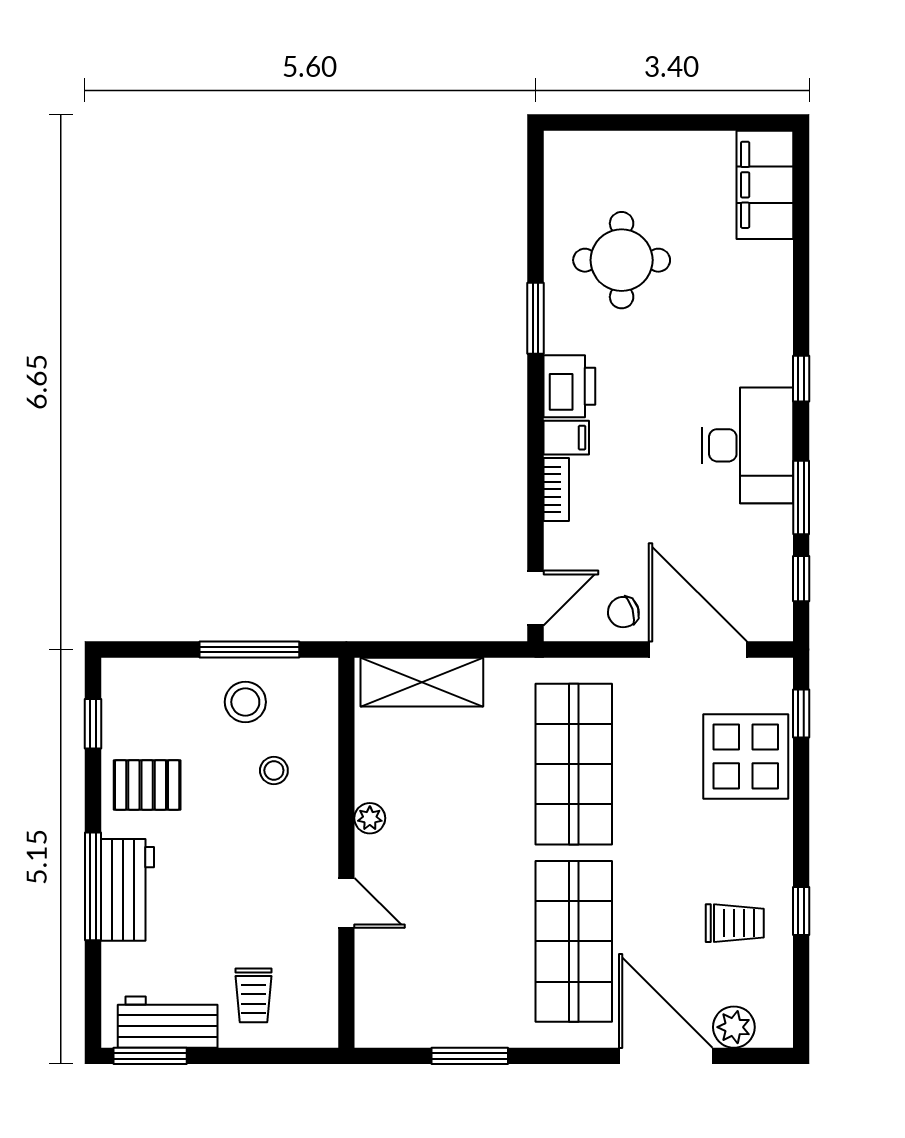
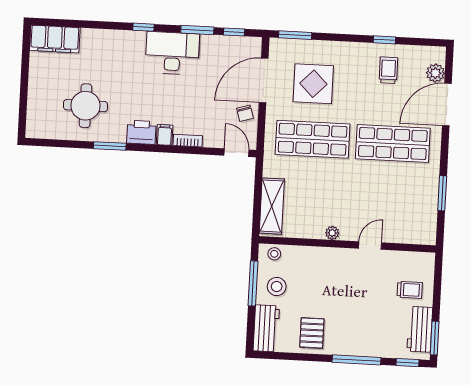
window: (801, 714) -> (295, 35), width x1.50
window: (93, 724) -> (407, 363), moved
display table: (746, 756) -> (313, 84), moved
stool: (274, 770) -> (274, 254), moved
workbench: (127, 890) -> (266, 328), moved, turned 90

